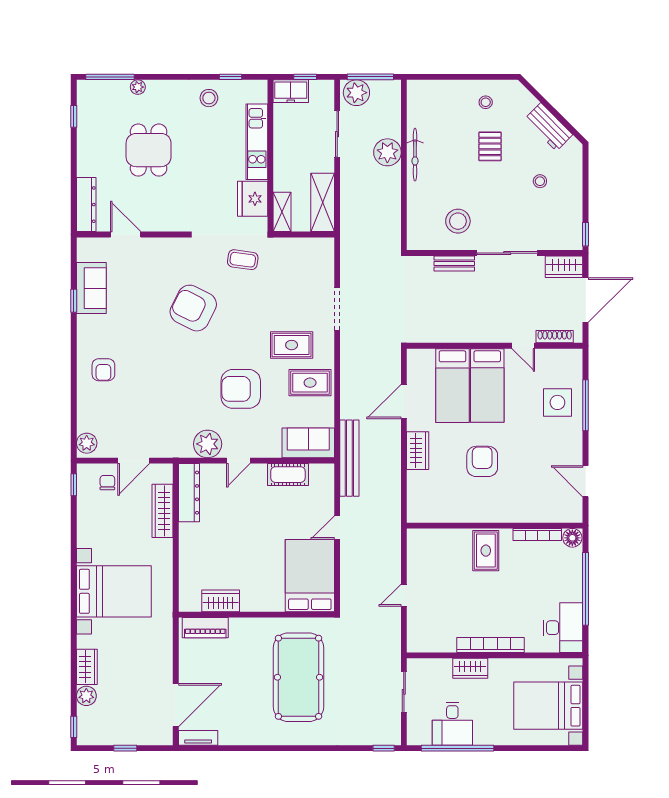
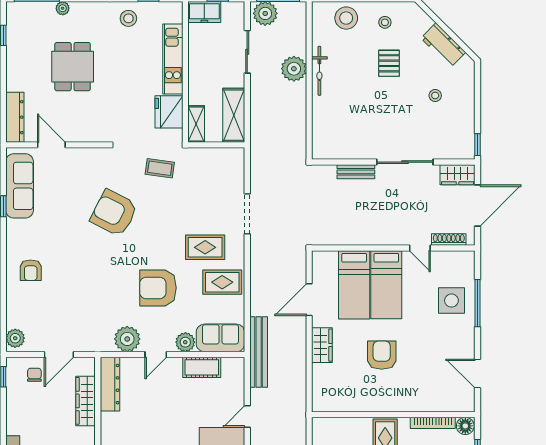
stool: (458, 221) -> (346, 18), moved
sofa: (91, 288) -> (20, 186), width x1.36
plant: (270, 447) -> (185, 342), added

